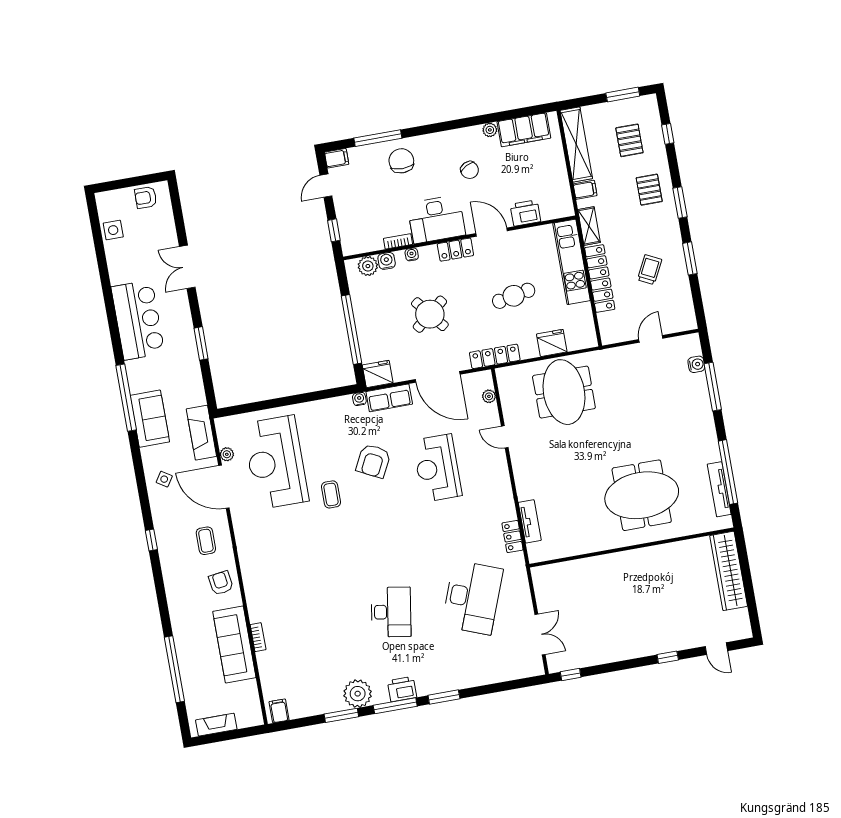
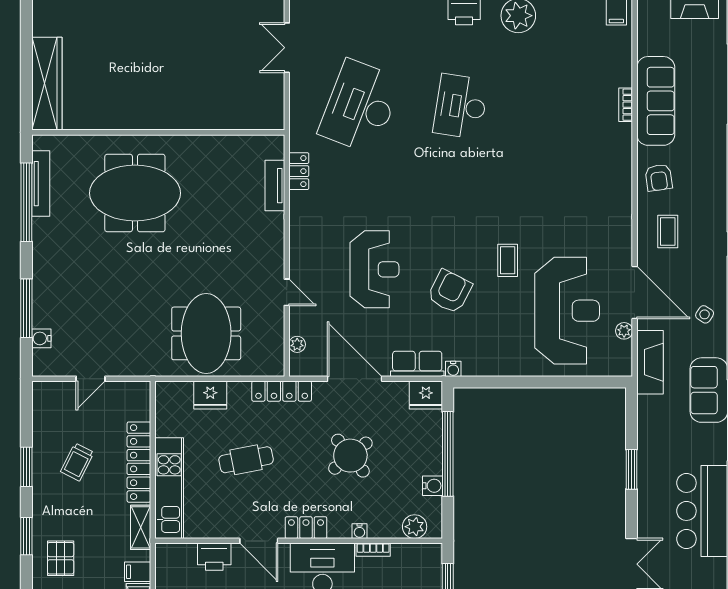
water cooler: (387, 261) -> (432, 486), moved, turned -90

